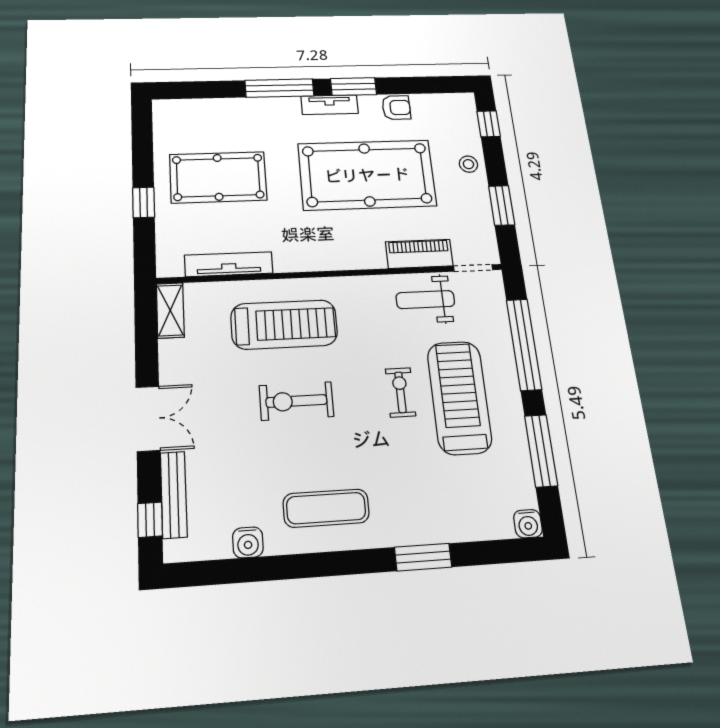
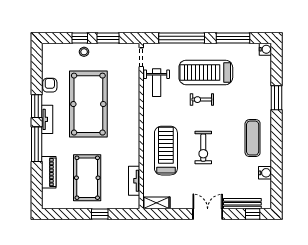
window: (489, 124) -> (80, 38), moved
piano: (419, 254) -> (49, 172), moved, turned 180
tv unit: (229, 264) -> (134, 181), width x0.71

